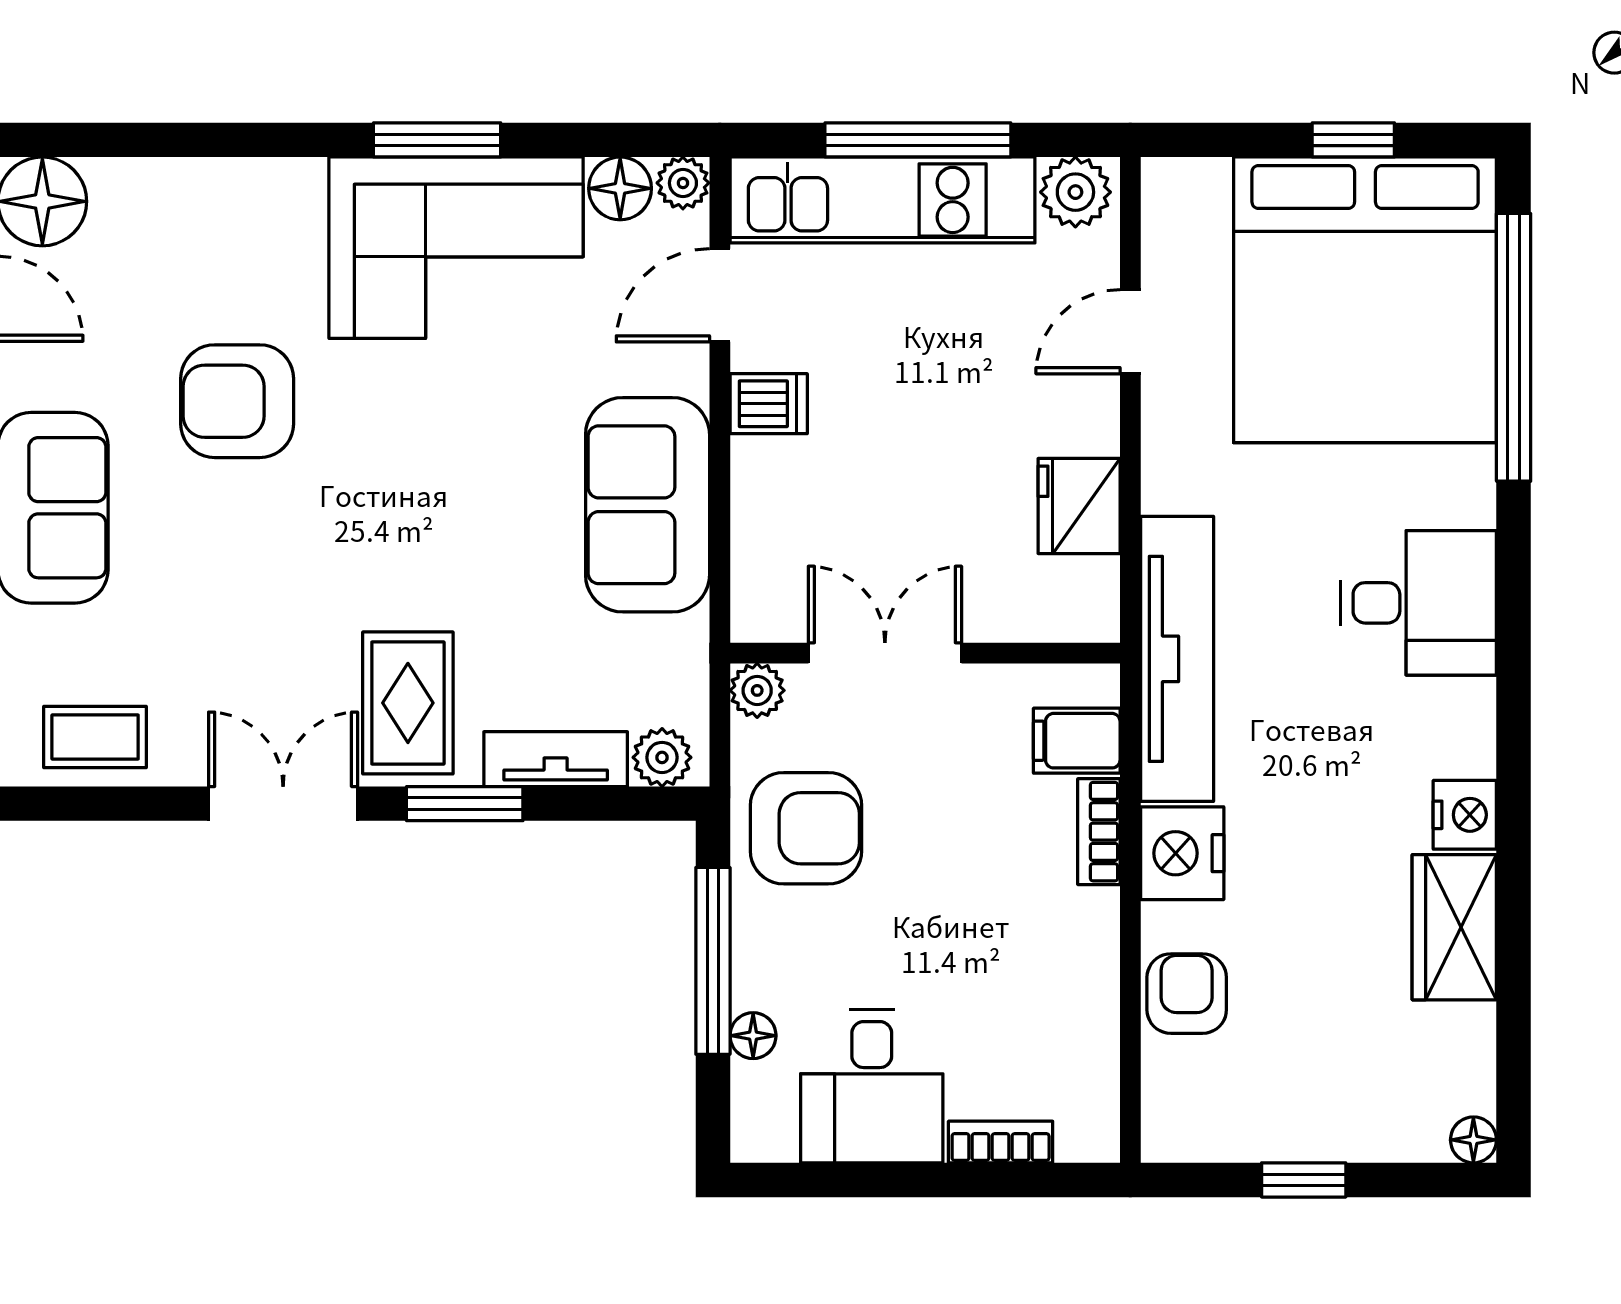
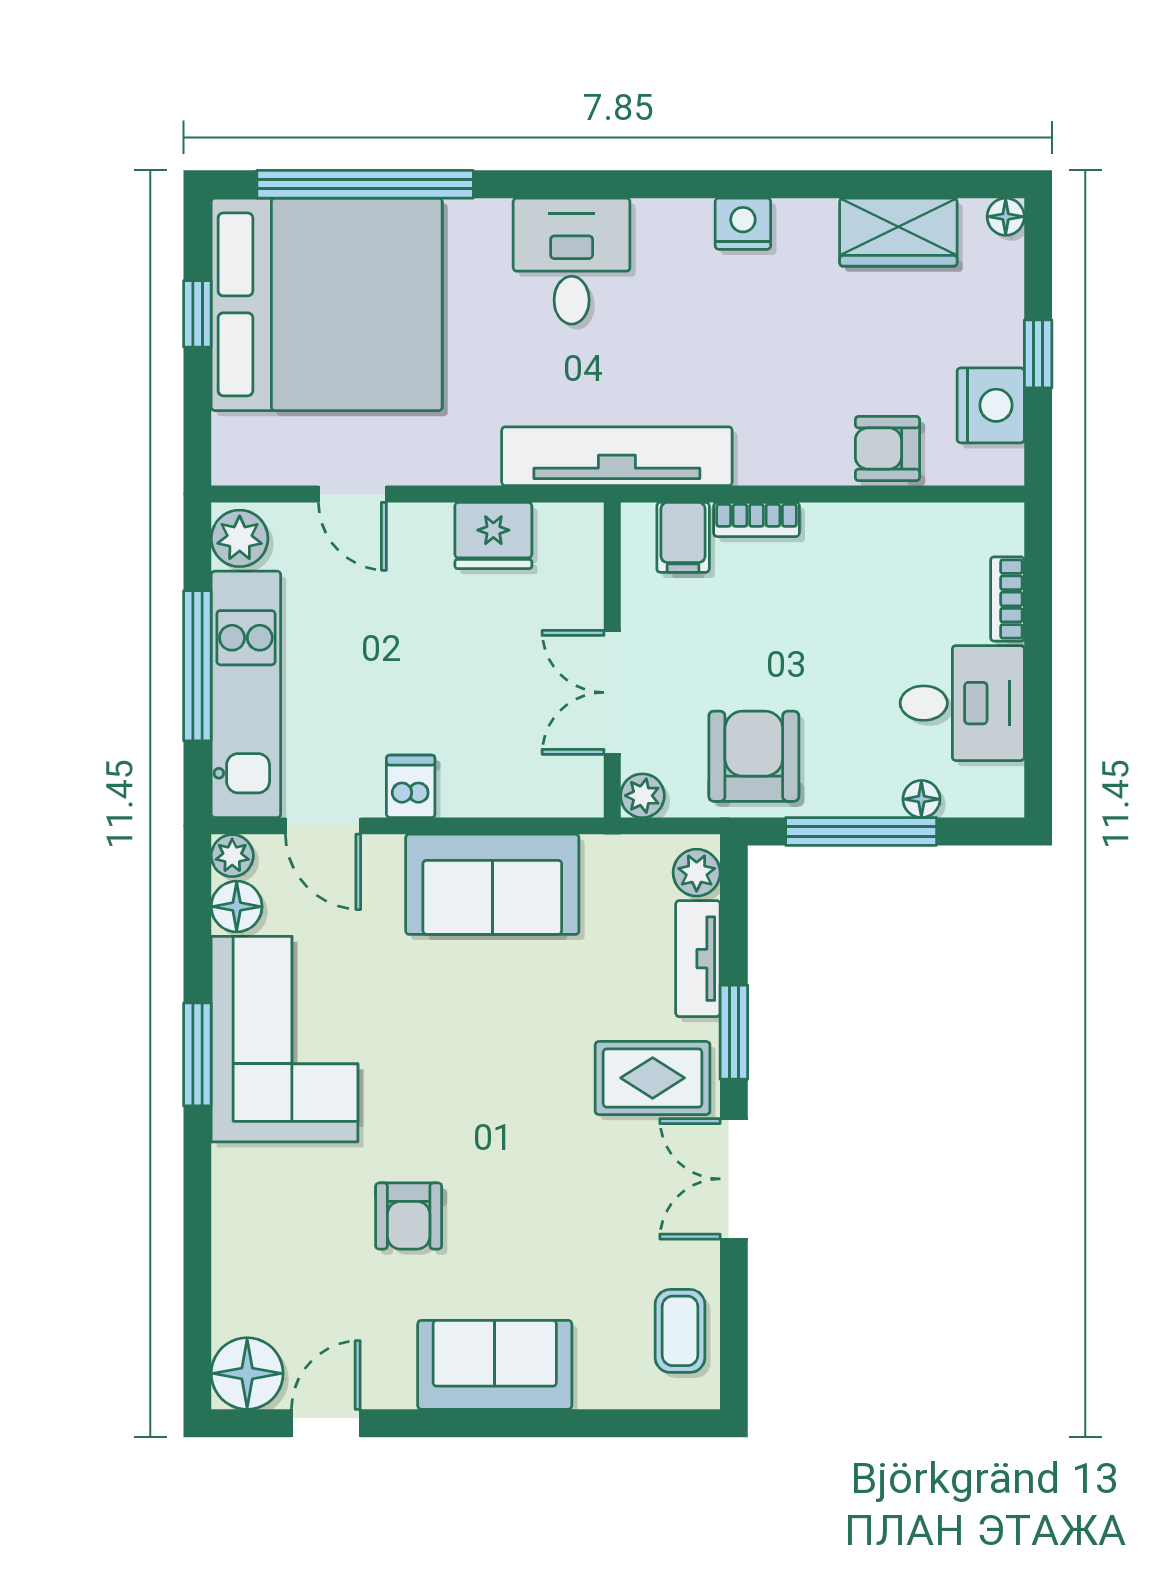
armchair: (237, 401) -> (409, 1216), width x0.72, depth x0.72
nightstand: (1182, 853) -> (991, 405), moved, turned -90
wardrobe: (1454, 927) -> (898, 232), moved

